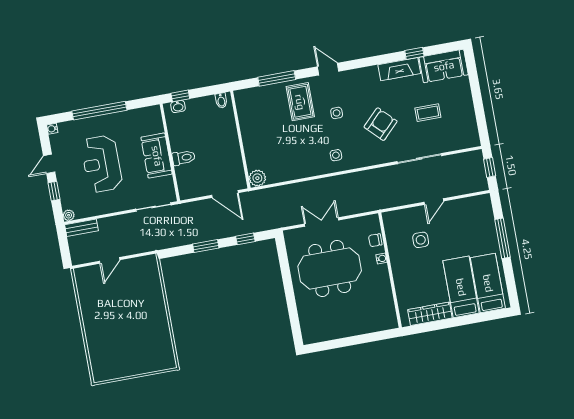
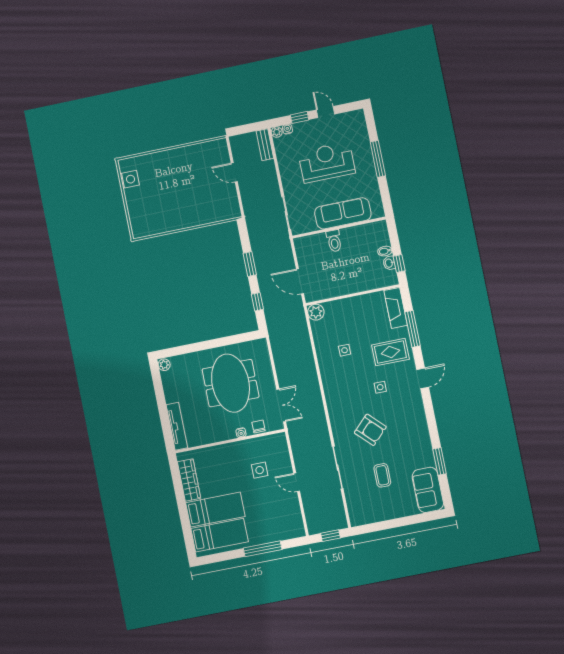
window: (414, 53) -> (439, 461), width x1.50
fireplace: (399, 69) -> (396, 308), moved
window: (180, 96) -> (399, 263), moved
bidet: (221, 101) -> (385, 251), moved
washbasin: (178, 107) -> (389, 263), moved
window: (99, 111) -> (378, 159), width x0.68
water cooler: (52, 129) -> (287, 129), moved
side table: (336, 155) -> (345, 350), moved
sofa: (157, 156) -> (343, 213), width x1.36
door: (225, 194) -> (300, 281), hinge flipped
double door: (322, 222) -> (281, 405), moved
tv unit: (374, 326) -> (177, 426), added
plant: (309, 338) -> (164, 365), added
side table: (114, 370) -> (130, 179), added

